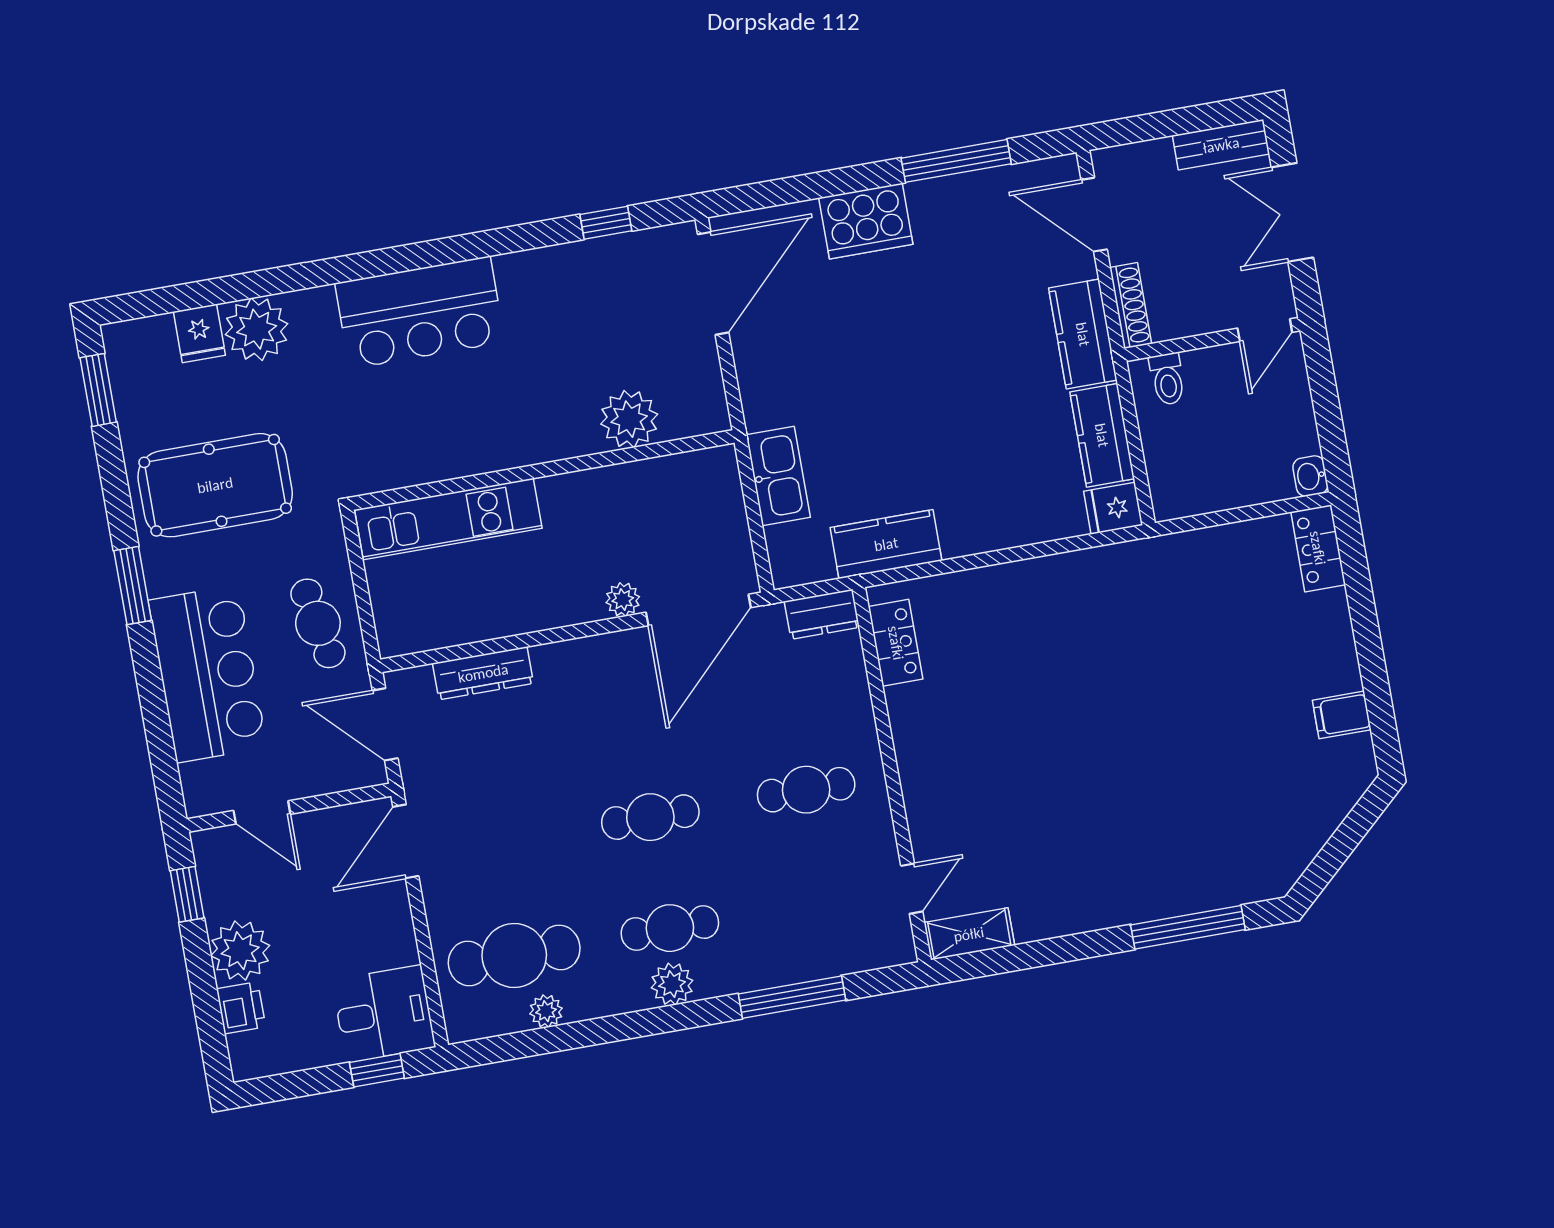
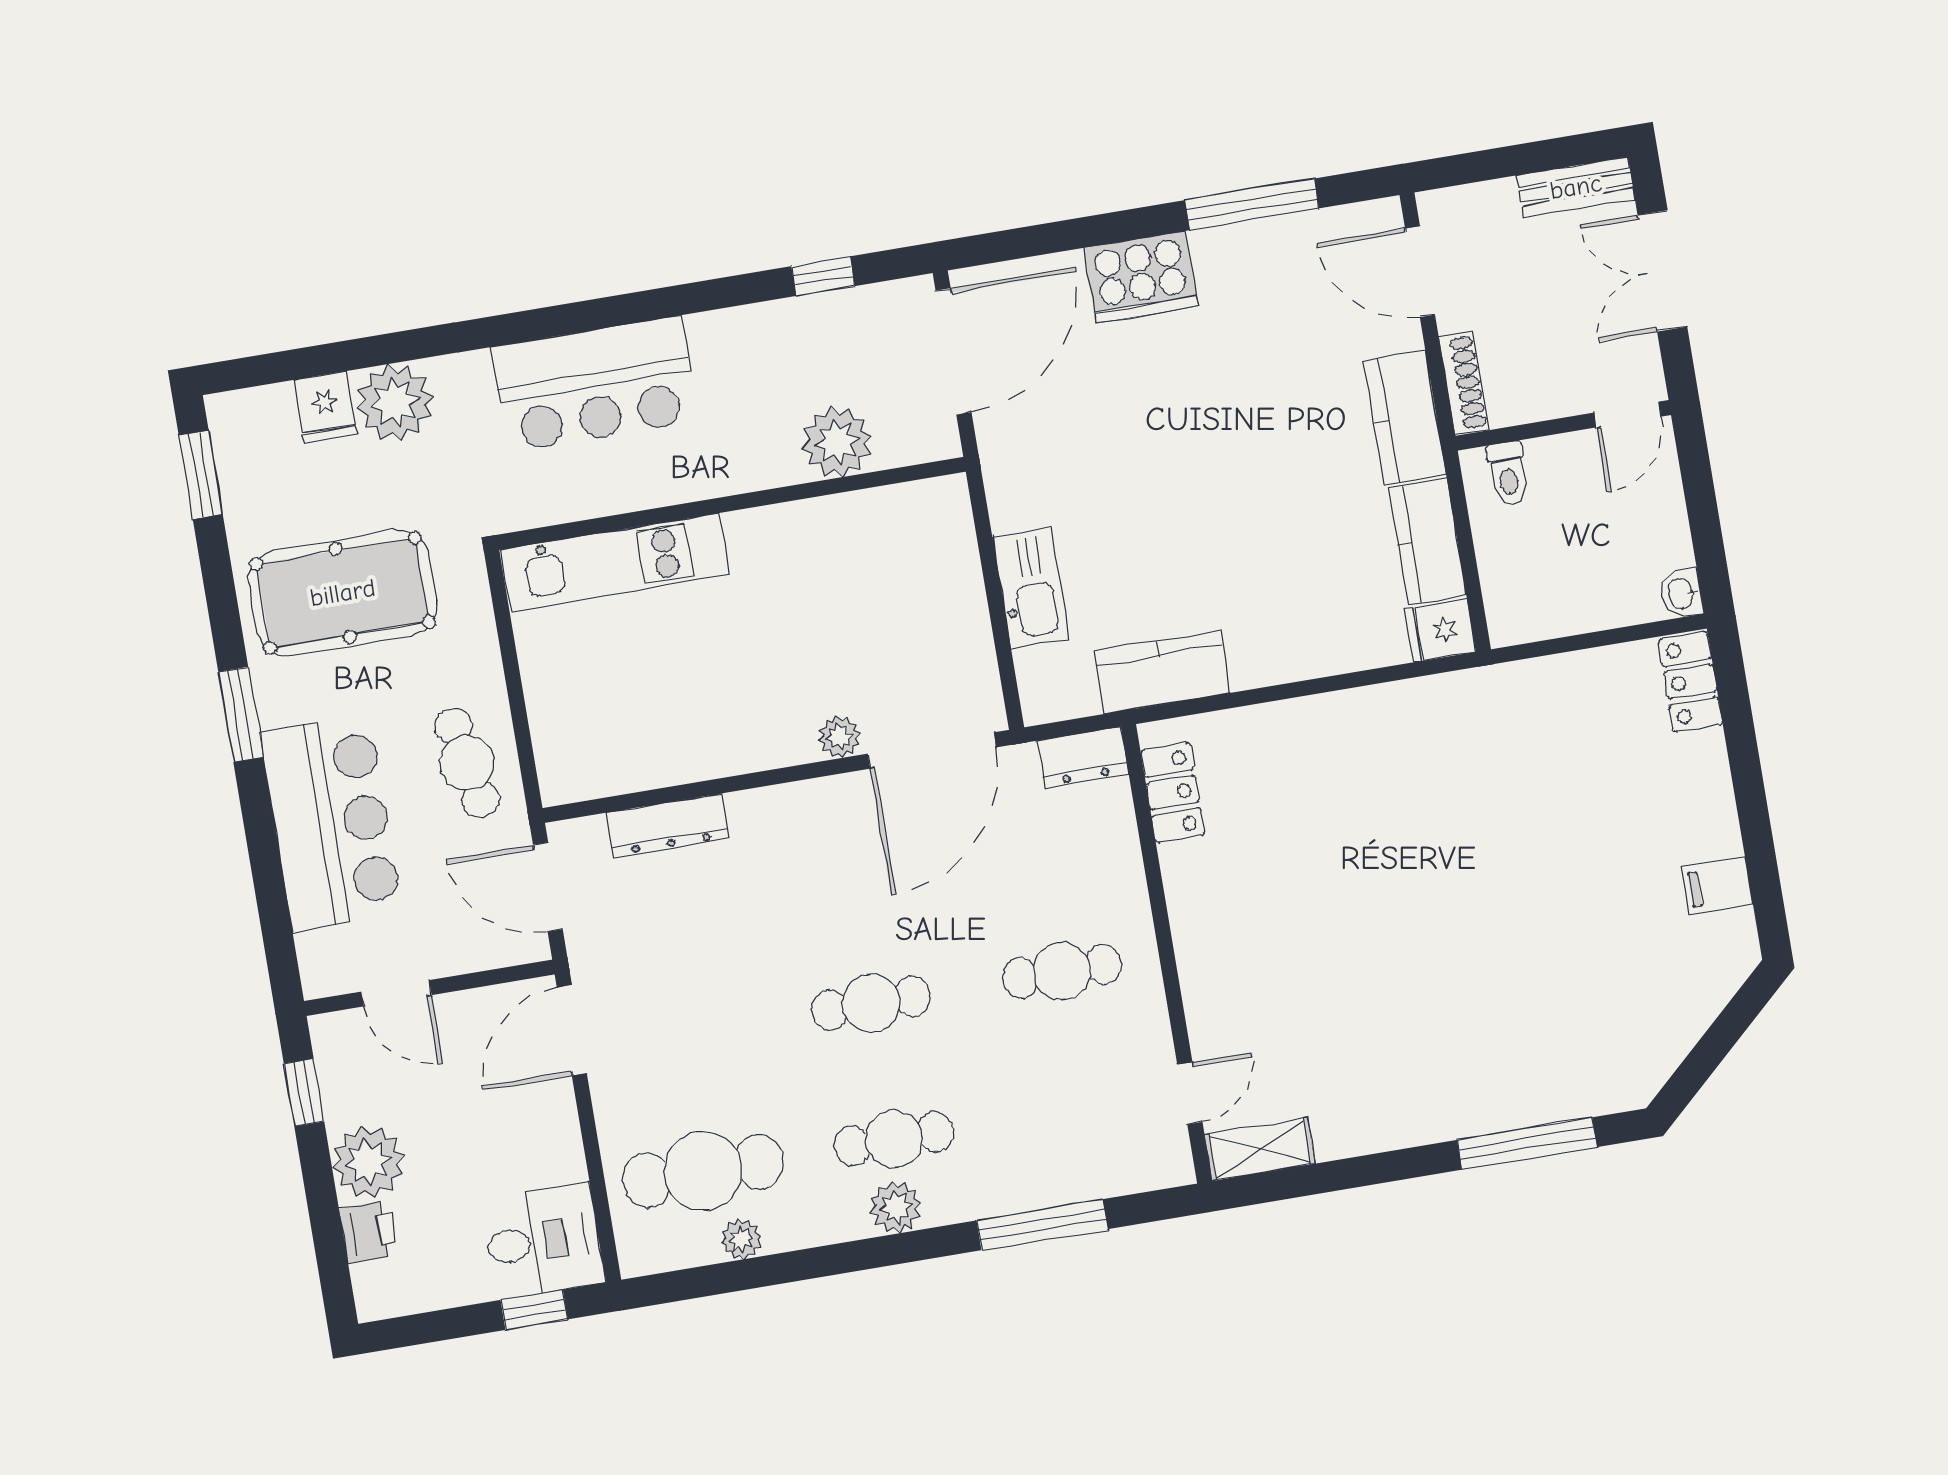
plant: (629, 419) -> (837, 442), moved
wall: (543, 470) -> (731, 503), moved
kitchen unit: (448, 519) -> (615, 562), moved

